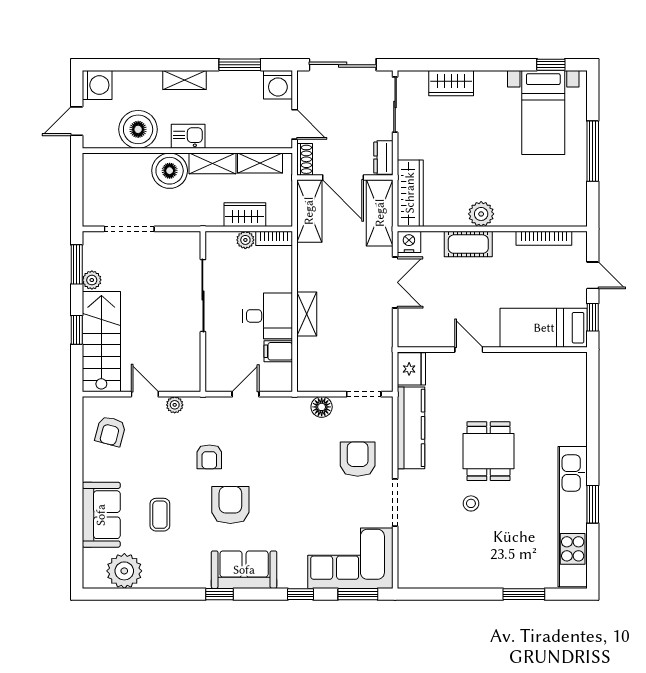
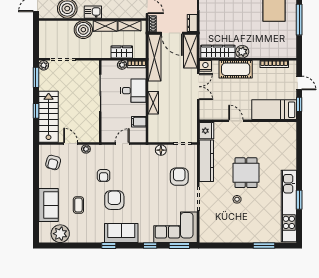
wardrobe: (410, 193) -> (218, 52), moved, turned -90
shelving: (309, 211) -> (155, 58), width x1.47
cot: (468, 244) -> (236, 69), width x1.37, depth x1.34
plant: (92, 280) -> (44, 65), moved
desk: (267, 316) -> (133, 91), moved

